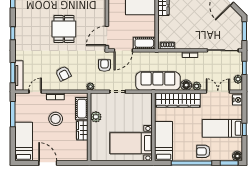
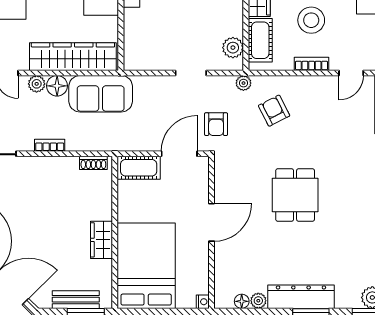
door: (107, 36) -> (212, 222), moved
armchair: (63, 73) -> (274, 111), moved
sofa: (158, 81) -> (101, 94), width x0.73
plant: (96, 117) -> (233, 48), moved

